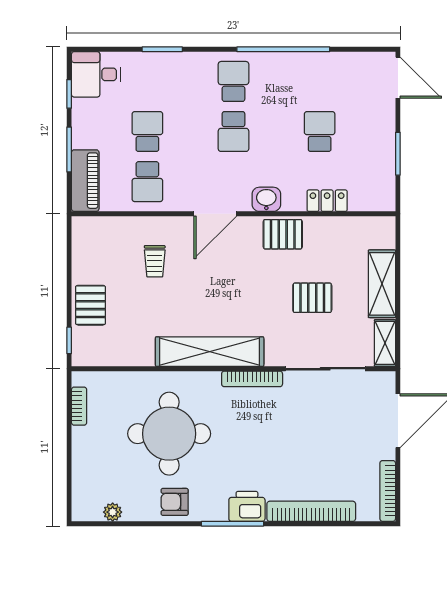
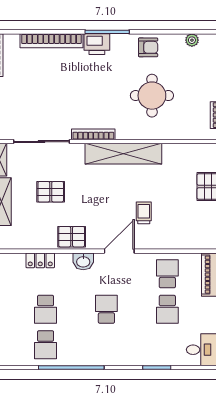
school desk: (233, 81) -> (46, 345), moved
trolley: (155, 261) -> (144, 213), moved
round table: (169, 434) -> (152, 96), width x0.73, depth x0.73

